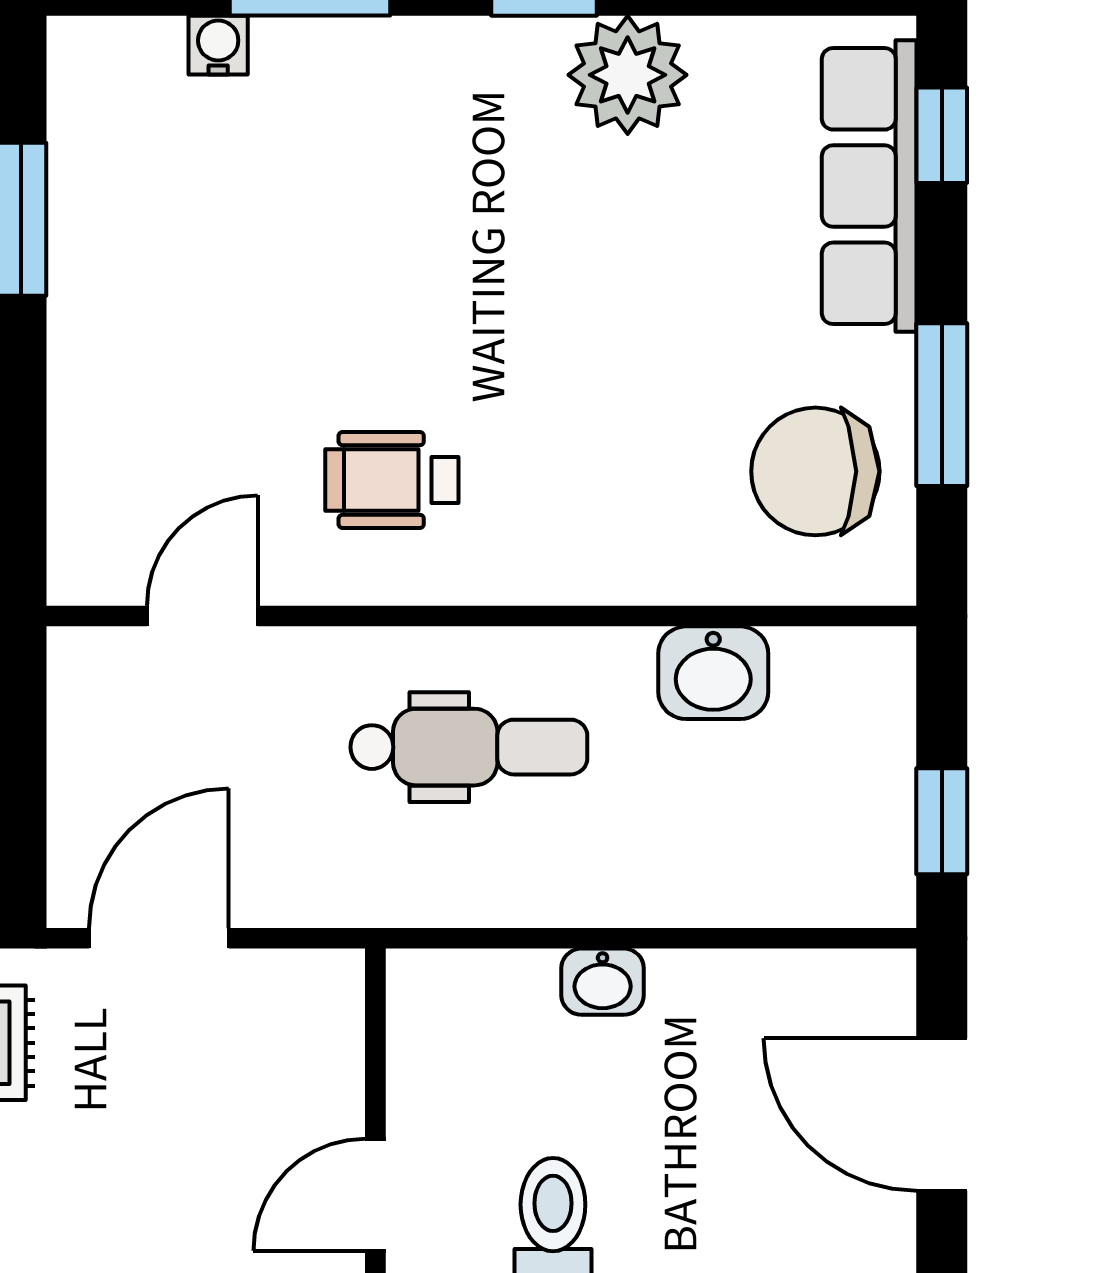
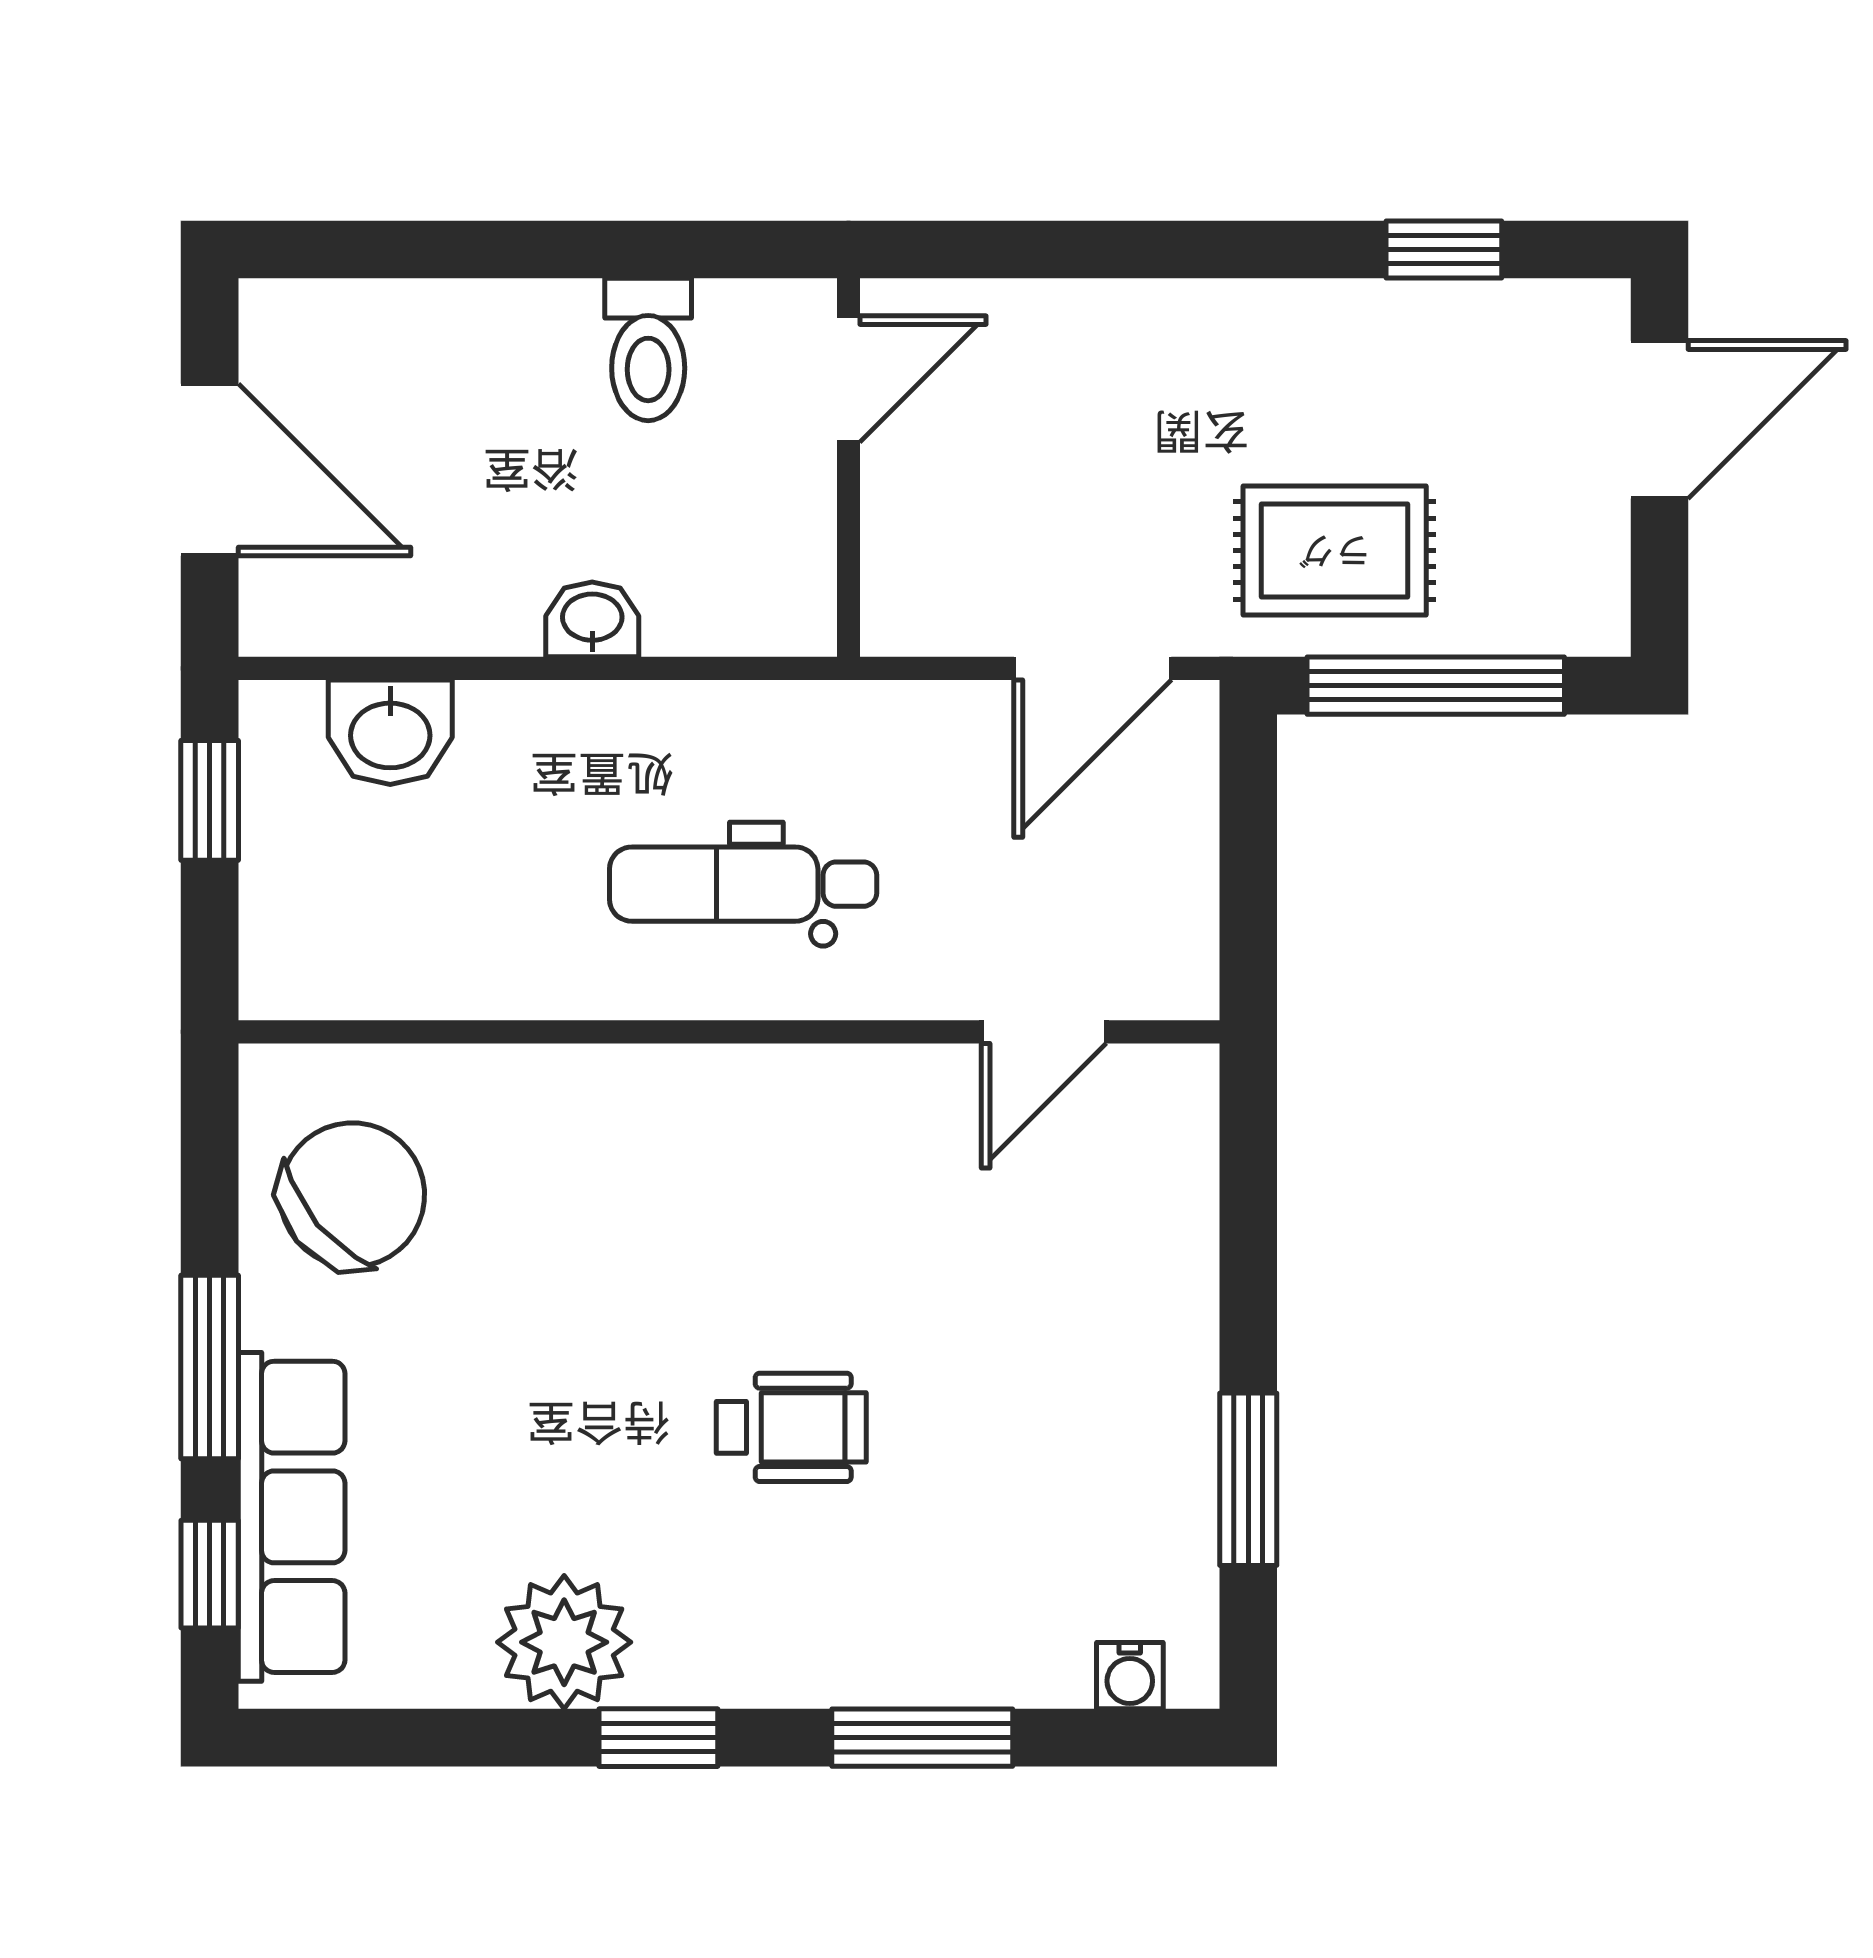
water cooler: (218, 45) -> (1130, 1676), moved
window: (942, 405) -> (210, 1367), moved
chair: (815, 471) -> (352, 1195), turned -40
wheelchair: (392, 480) -> (791, 1427), moved
washbasin: (713, 673) -> (390, 732), moved, turned 180

